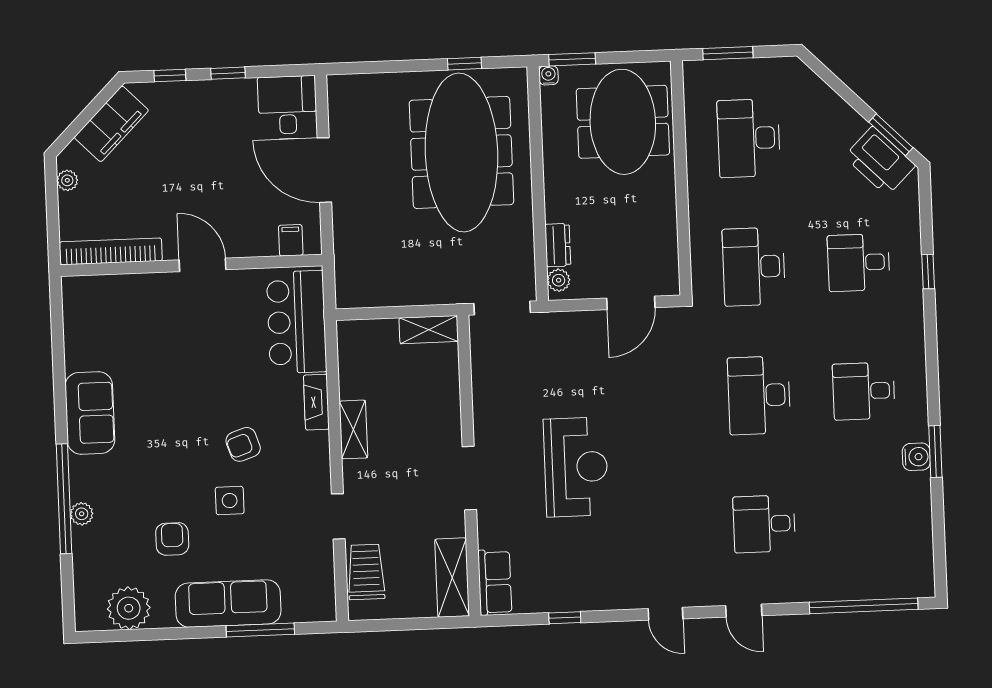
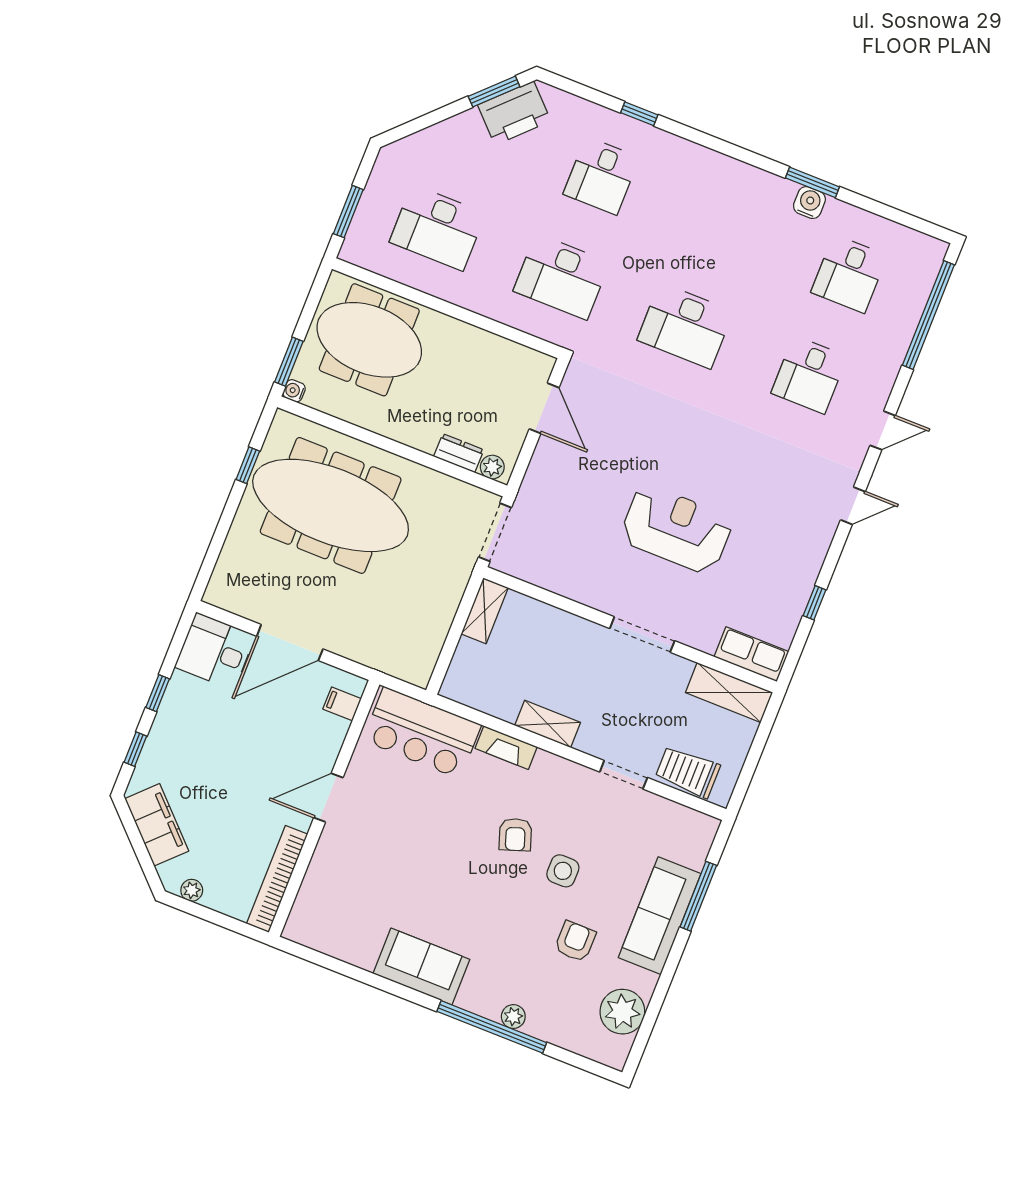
desk: (864, 391) -> (849, 274), moved
armchair: (172, 539) -> (575, 941), turned 90

